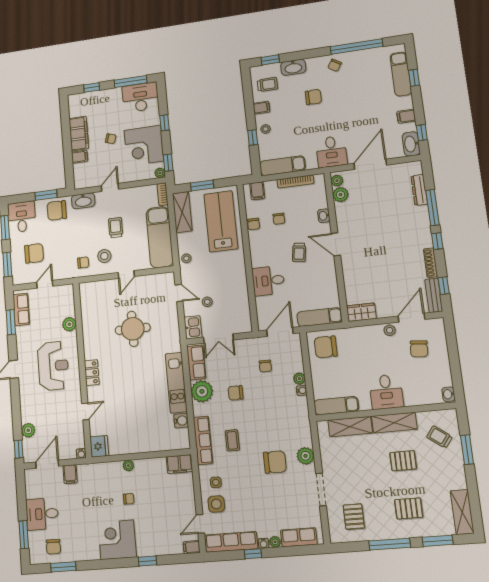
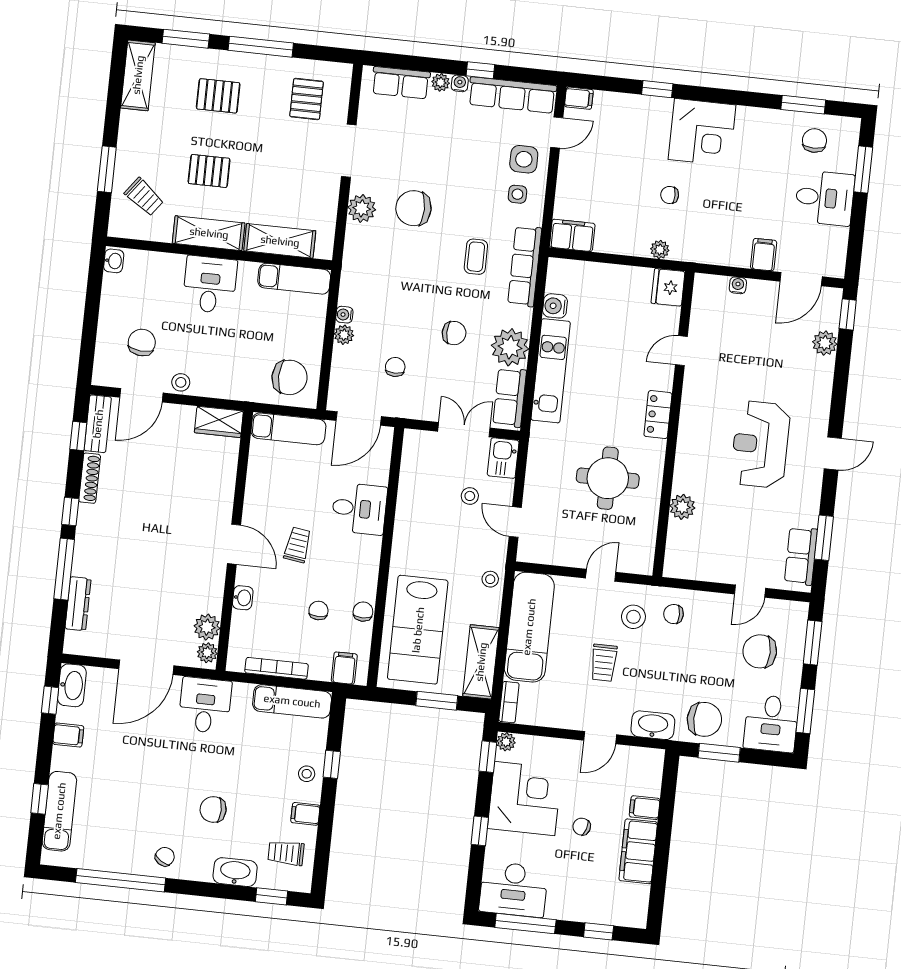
plant: (69, 324) -> (682, 507), moved
wall: (82, 369) -> (674, 424), moved
locker: (92, 373) -> (658, 415), moved
door: (85, 411) -> (681, 351), moved
fridge: (99, 446) -> (668, 287), moved

